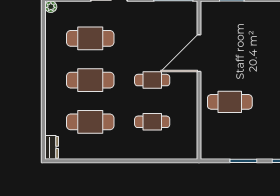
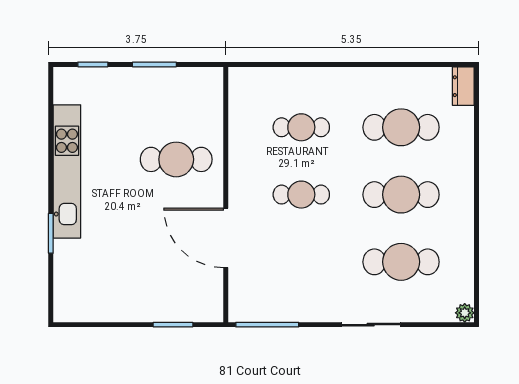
door: (199, 53) -> (226, 238), swing flipped

